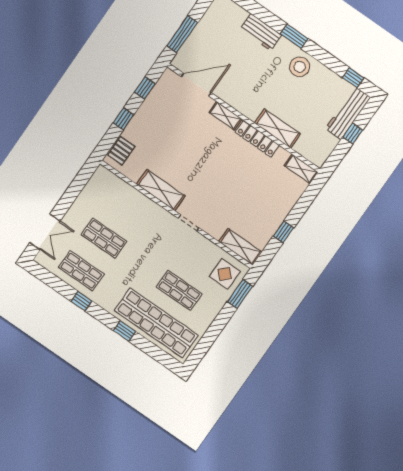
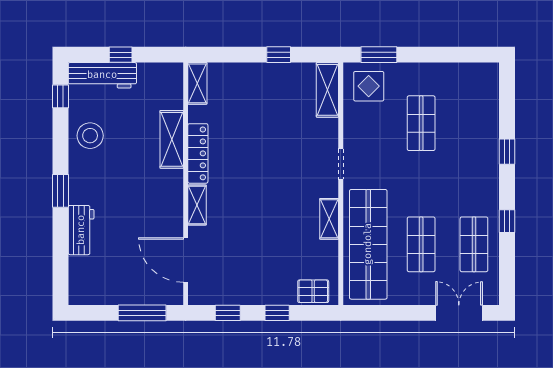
stool: (300, 67) -> (90, 136), moved
shelving: (161, 190) -> (329, 219), width x0.67, depth x0.75
shop shelf: (156, 323) -> (368, 244), moved

